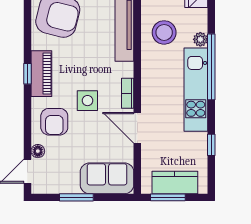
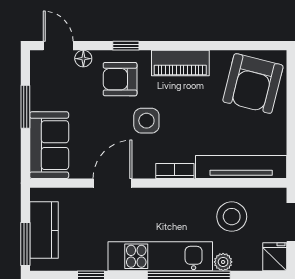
window: (27, 74) -> (126, 46), moved
bookcase: (128, 93) -> (175, 171), moved
window: (168, 197) -> (25, 244), moved

